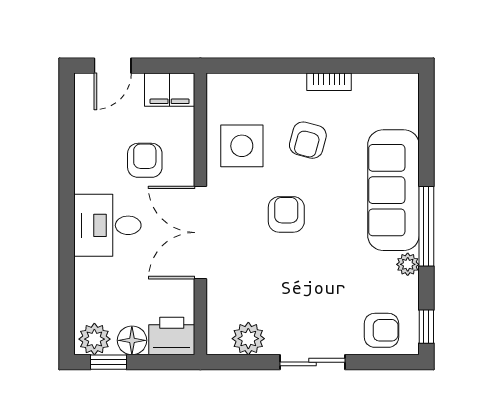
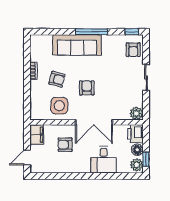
door: (113, 66) -> (27, 157), swing flipped
armchair: (286, 214) -> (87, 88), turned 90
desk: (107, 225) -> (104, 160), moved
plant: (408, 264) -> (107, 39), removed
armchair: (382, 330) -> (133, 50), turned 180
plant: (248, 339) -> (137, 113), moved

